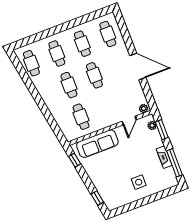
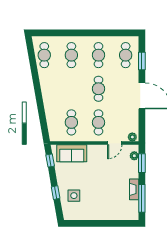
window: (125, 34) -> (142, 61), added
cafe table: (69, 85) -> (98, 122), moved
sofa: (97, 144) -> (72, 153), width x0.73
side table: (139, 182) -> (74, 196), moved
window: (97, 198) -> (56, 193), moved

